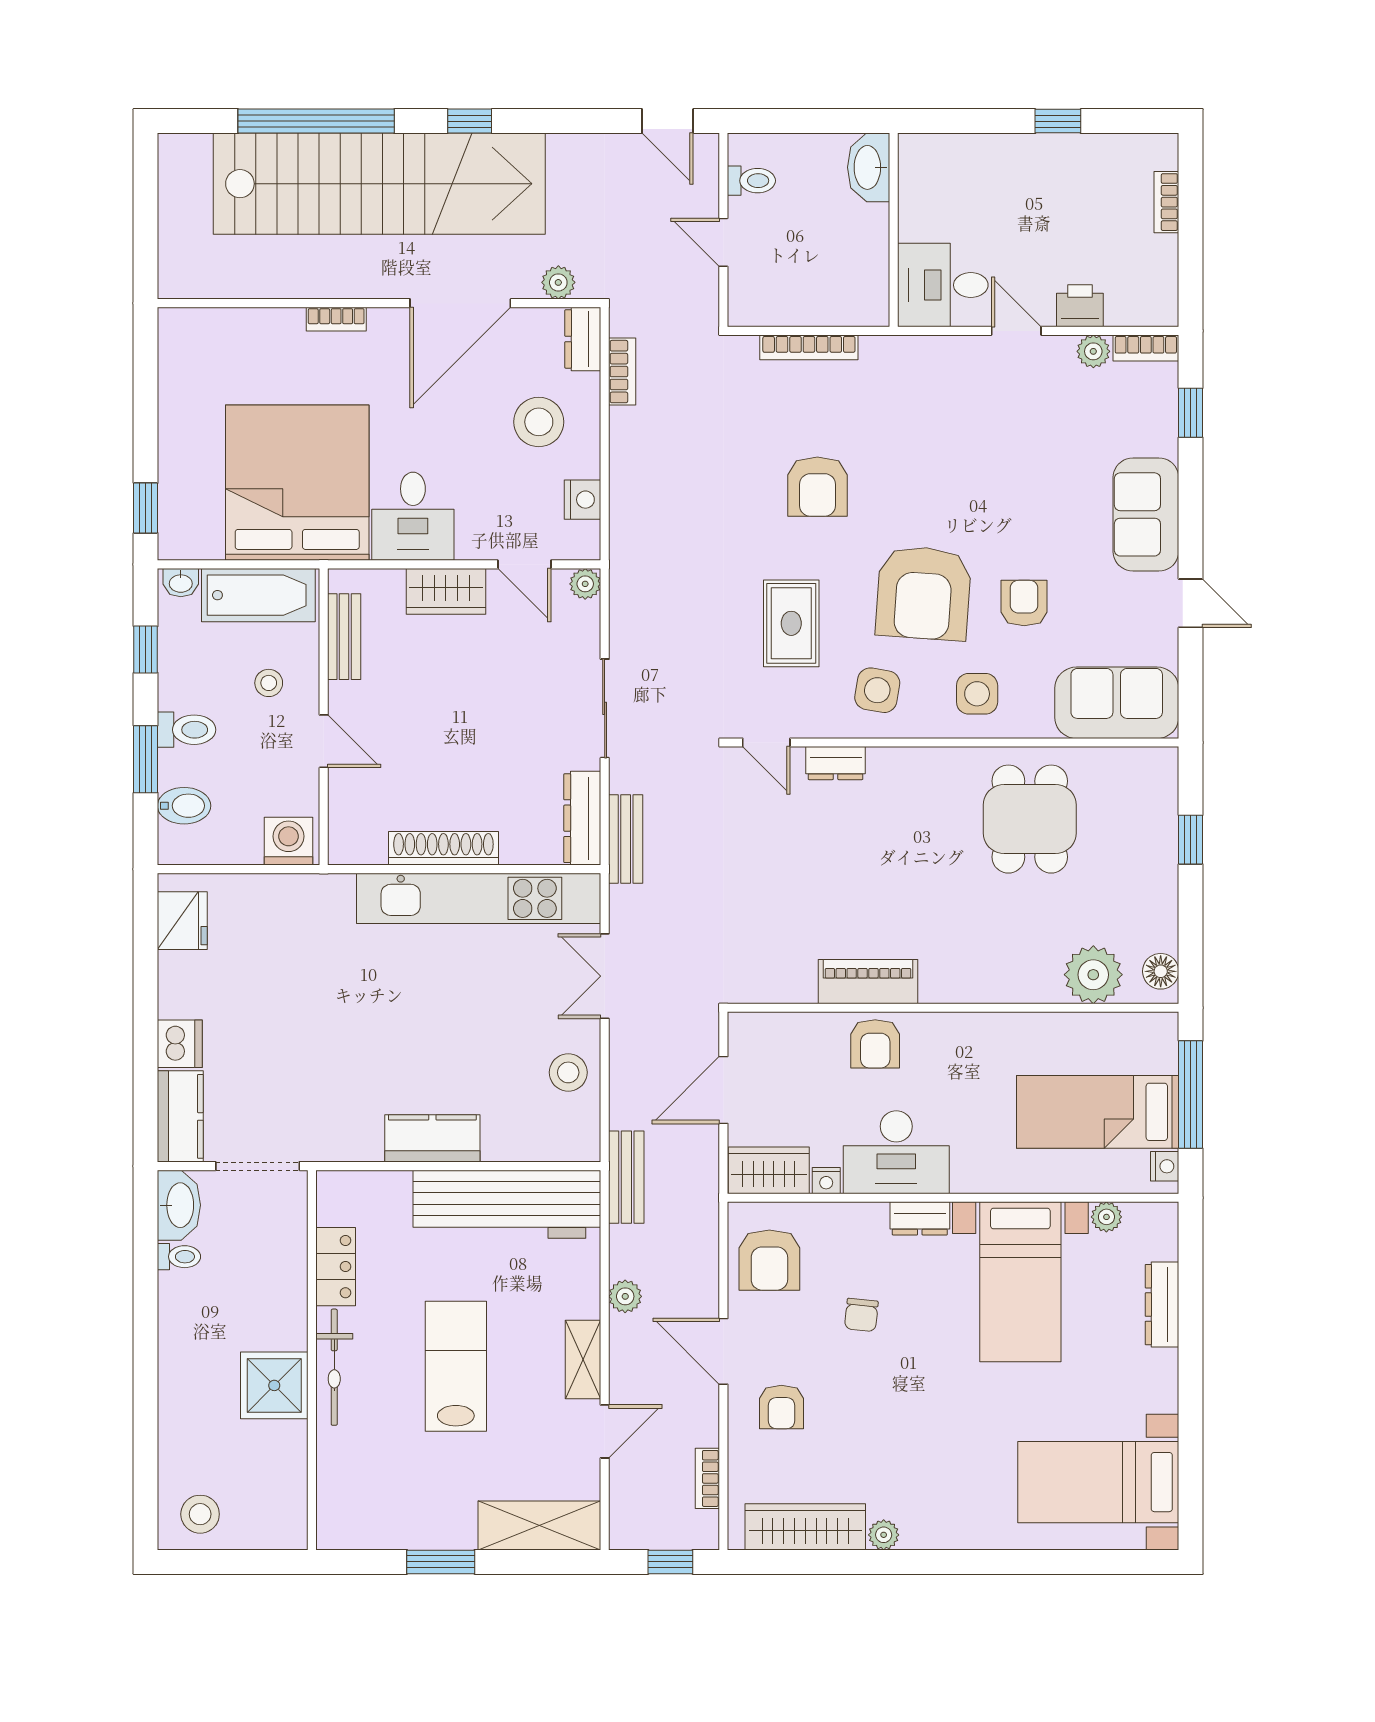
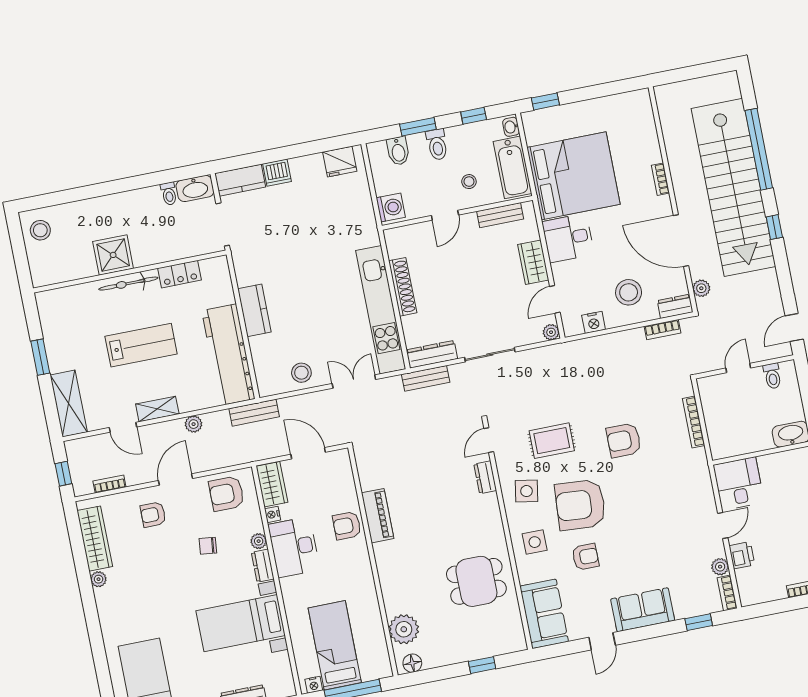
plant: (1106, 1217) -> (259, 541), moved

